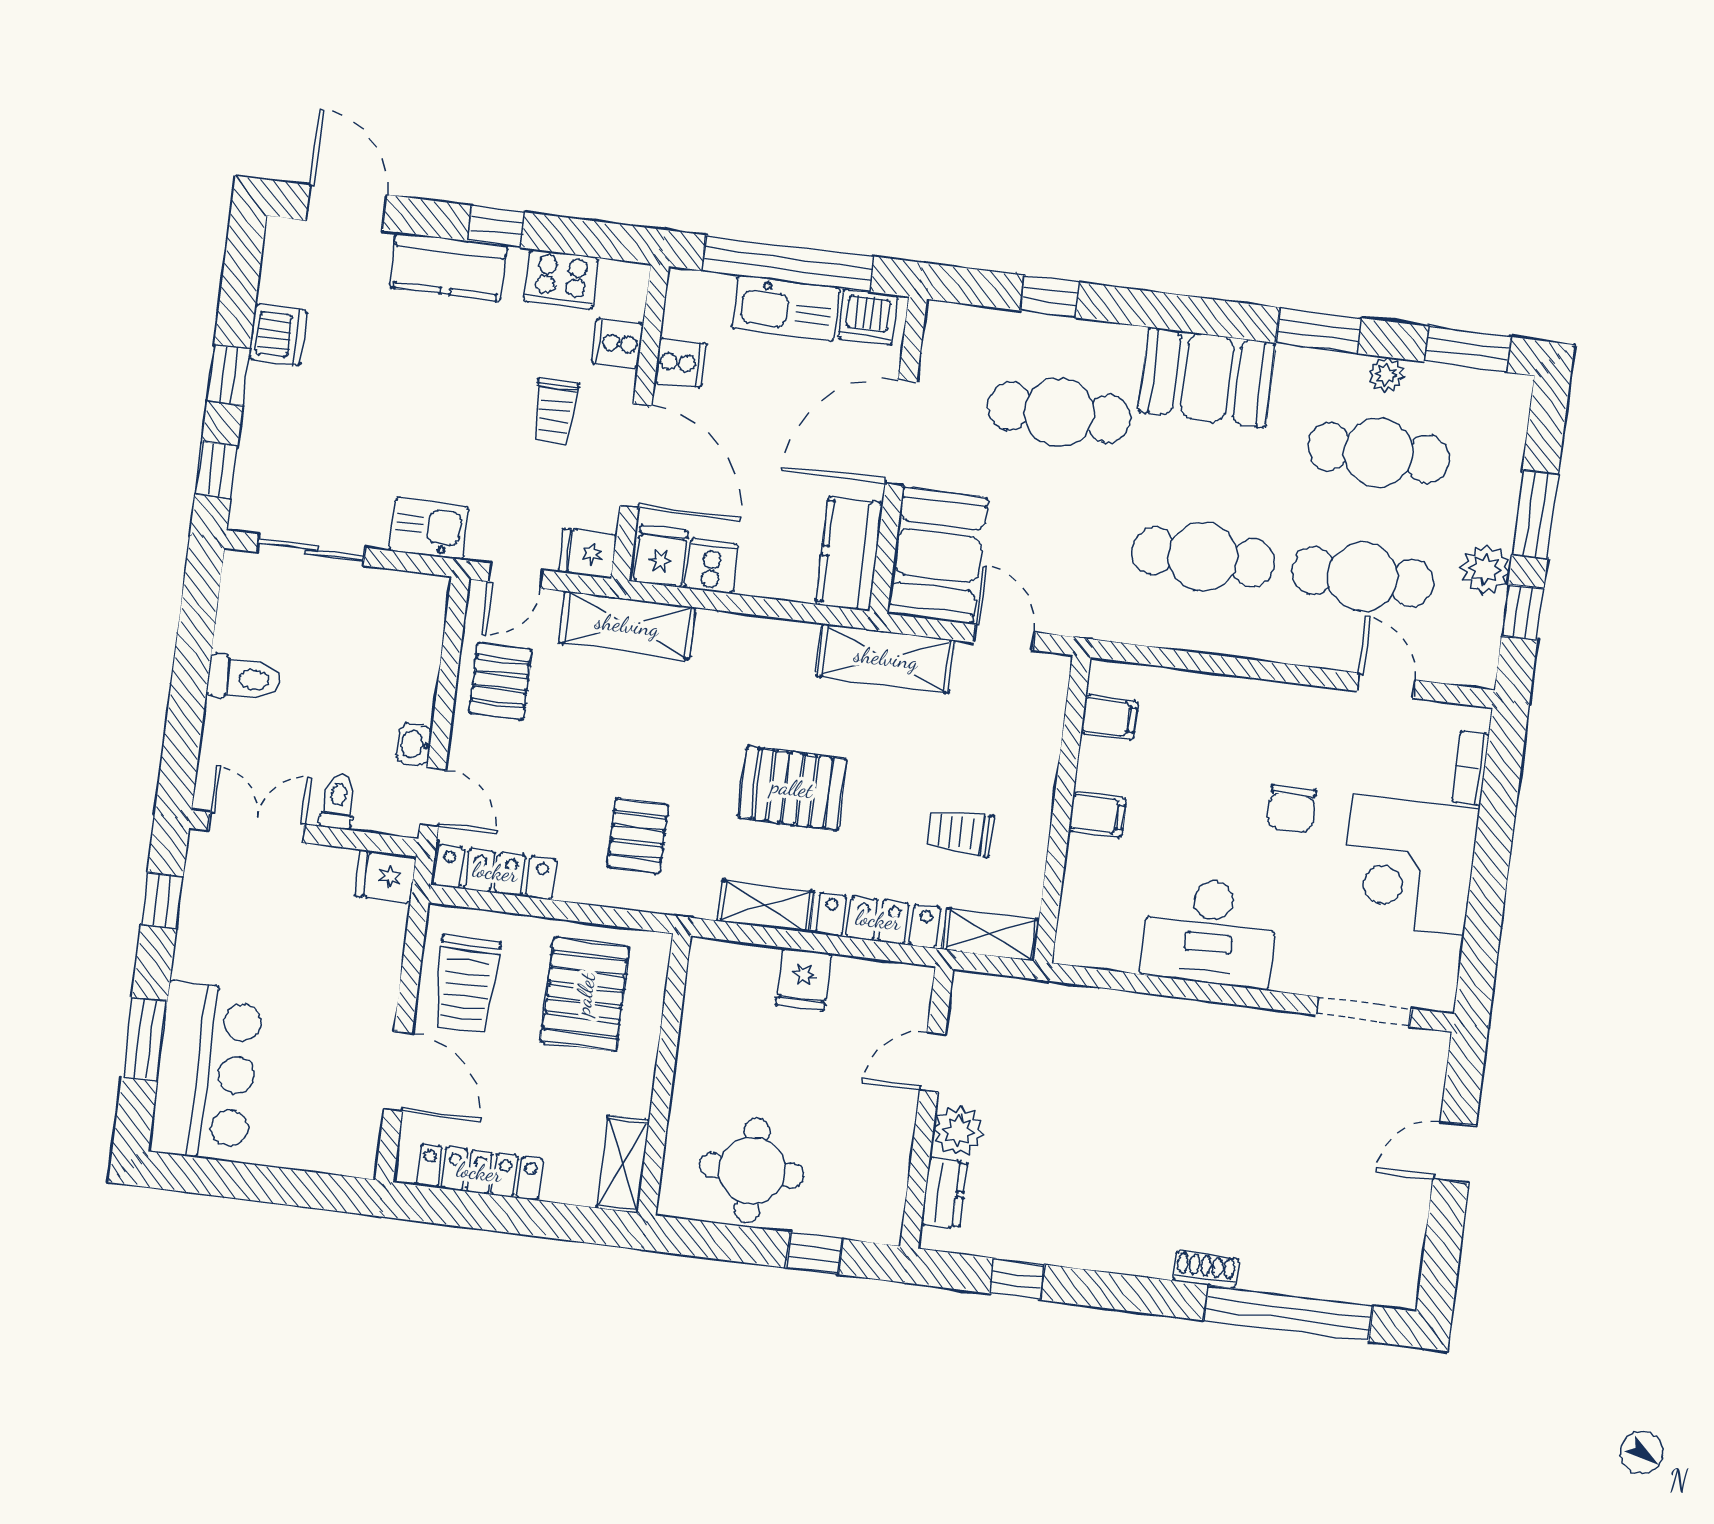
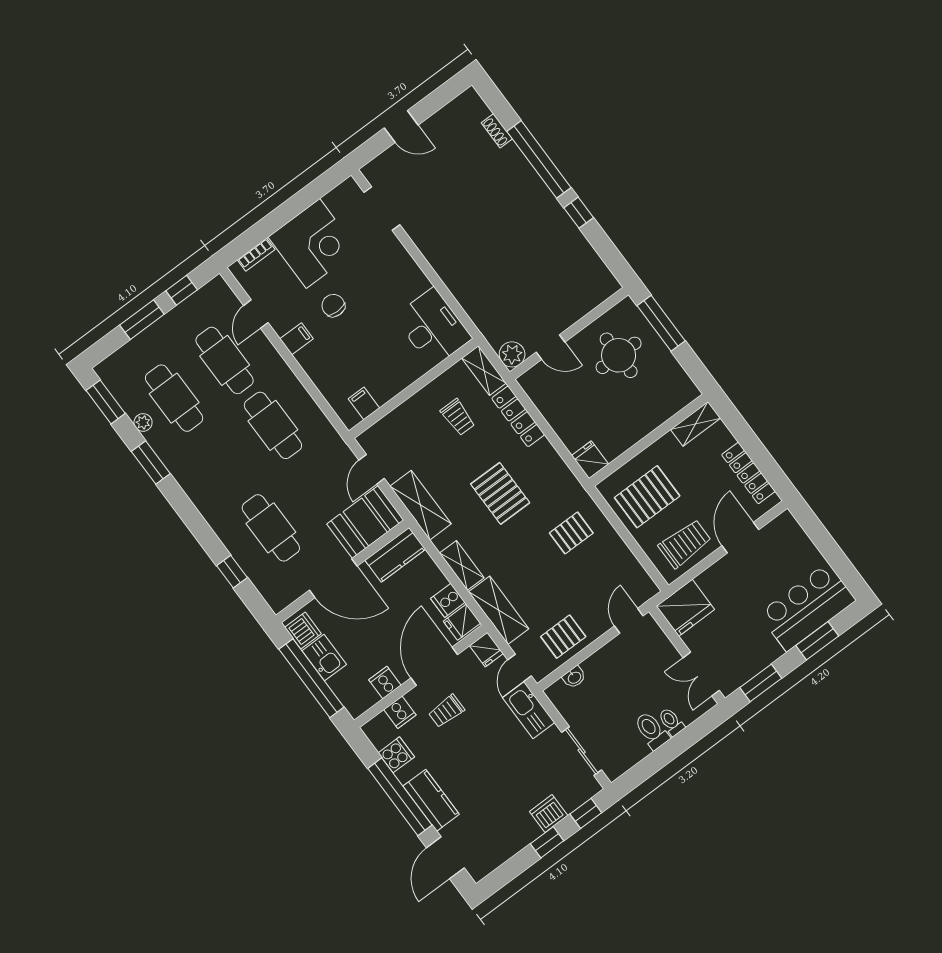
window: (496, 227) -> (400, 797), width x3.17
cooker: (561, 279) -> (396, 755), width x0.73
kitchen sink: (786, 308) -> (324, 658), width x0.73
dishwasher: (278, 335) -> (549, 814), moved
booth: (1207, 377) -> (207, 487), removed
trolley: (555, 411) -> (446, 711), turned 180
kitchen sink: (429, 529) -> (529, 710), width x1.38
plant: (1485, 570) -> (179, 319), removed
door: (516, 576) -> (520, 668), swing flipped
washbasin: (414, 744) -> (574, 677), moved
toilet: (338, 802) -> (671, 722), moved, turned 90
chair: (1291, 808) -> (333, 306), turned -90
filing cabinet: (1097, 815) -> (297, 339), moved, turned 90
locker: (495, 872) -> (634, 572), removed
fridge: (385, 876) -> (685, 608), width x1.88, depth x1.34
window: (162, 901) -> (761, 683), width x1.50
shelving: (766, 906) -> (462, 565), moved
desk: (1210, 932) -> (433, 328), moved
fridge: (804, 979) -> (590, 460), moved, turned -90
plant: (958, 1131) -> (512, 354), moved
round table: (752, 1170) -> (619, 355), moved
dresser: (944, 1193) -> (594, 297), removed
window: (814, 1253) -> (661, 323), width x2.17
shoe rack: (1206, 1269) -> (497, 131), moved
window: (1017, 1279) -> (579, 213), moved
window: (1288, 1313) -> (539, 159), moved

